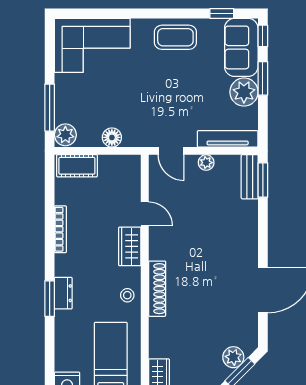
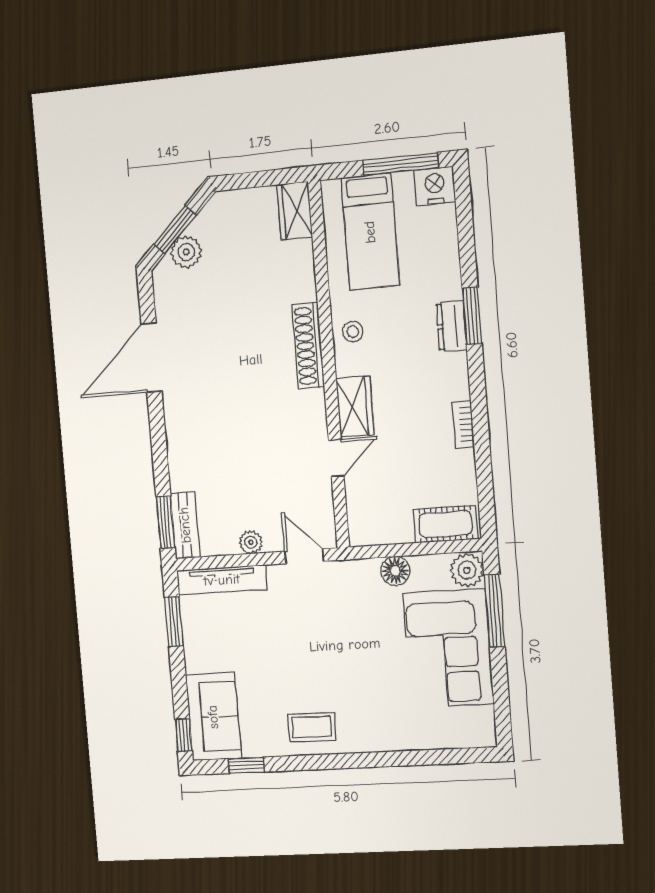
coffee table: (175, 37) -> (312, 727), width x0.73, depth x0.77
corner sofa: (92, 45) -> (448, 648), moved, turned -90
window: (263, 78) -> (174, 622), moved
plant: (244, 92) -> (204, 651), removed
door: (145, 214) -> (336, 458), swing flipped
bookcase: (60, 229) -> (463, 425), width x0.64

